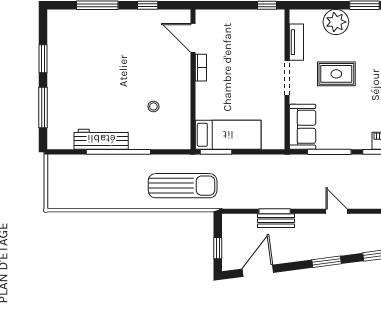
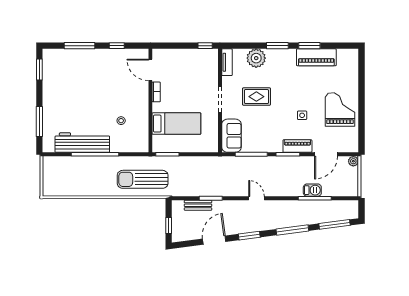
tv unit: (296, 42) -> (227, 62), moved
window: (43, 59) -> (39, 69), moved
bed: (228, 135) -> (176, 124), moved
workbench: (101, 139) -> (82, 143), width x1.36, depth x1.32
sun lounger: (183, 186) -> (143, 179), turned 180
bench: (276, 221) -> (198, 205), moved
door: (258, 271) -> (214, 240), moved

